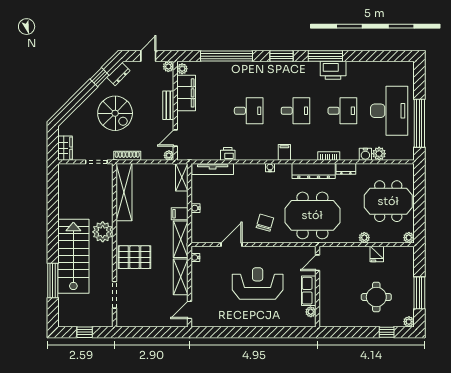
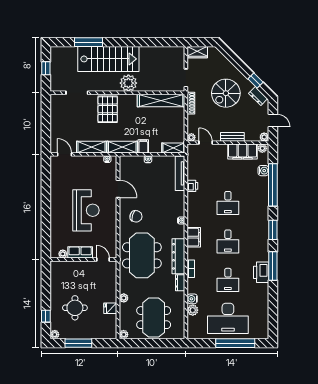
water cooler: (209, 68) -> (263, 171), added
window: (419, 123) -> (235, 343), moved
filing cabinet: (284, 152) -> (194, 237), width x2.00

